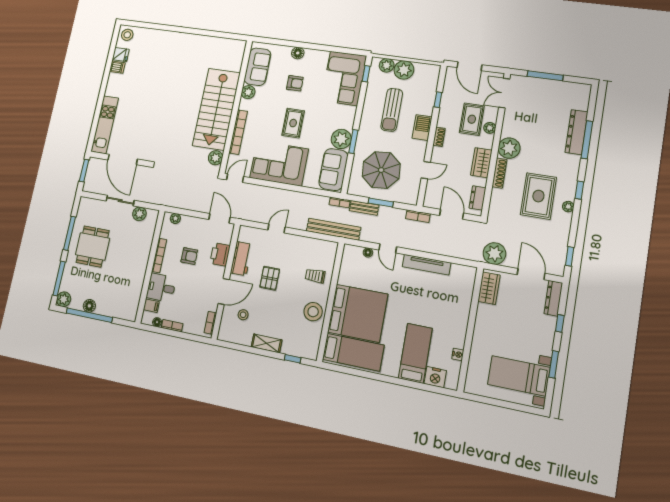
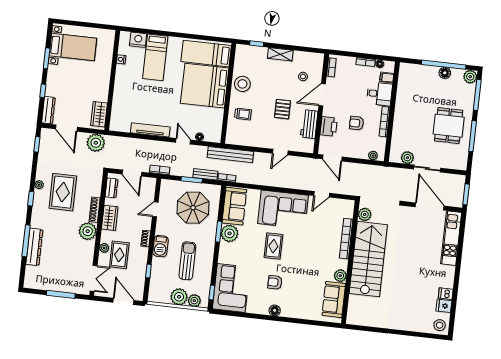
sofa: (258, 67) -> (334, 299), moved
plant: (248, 92) -> (340, 276), moved
wall: (236, 106) -> (350, 262), moved
stairs: (216, 109) -> (368, 259), moved
bookcase: (238, 132) -> (346, 239), moved
plant: (216, 158) -> (365, 214), moved

